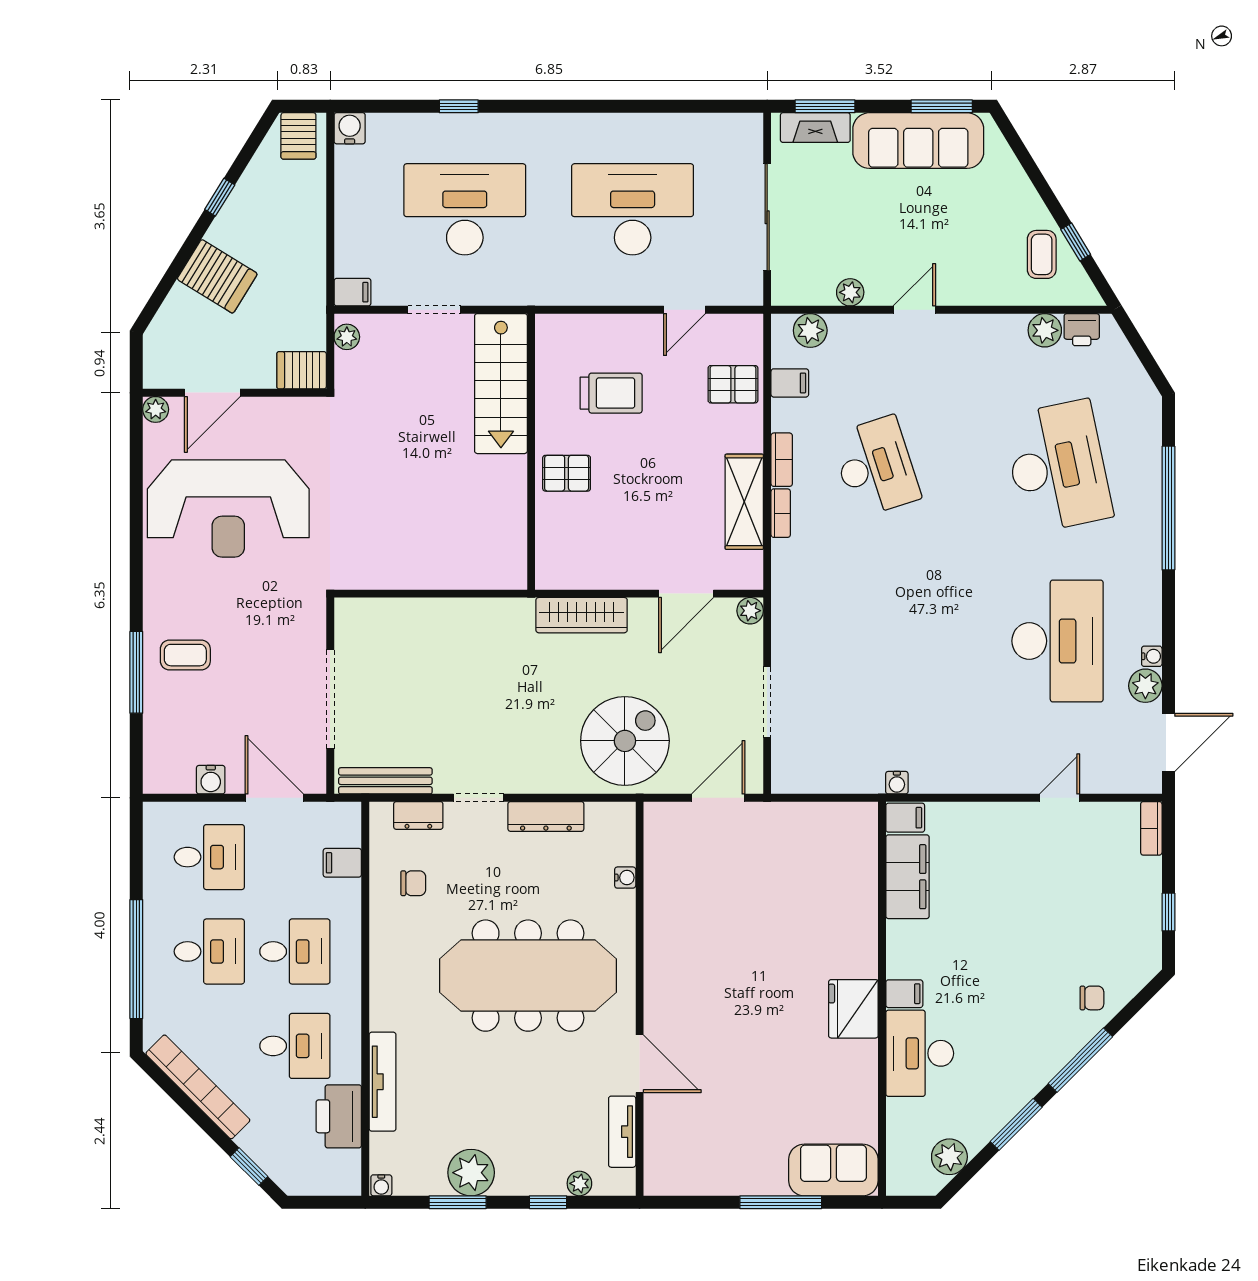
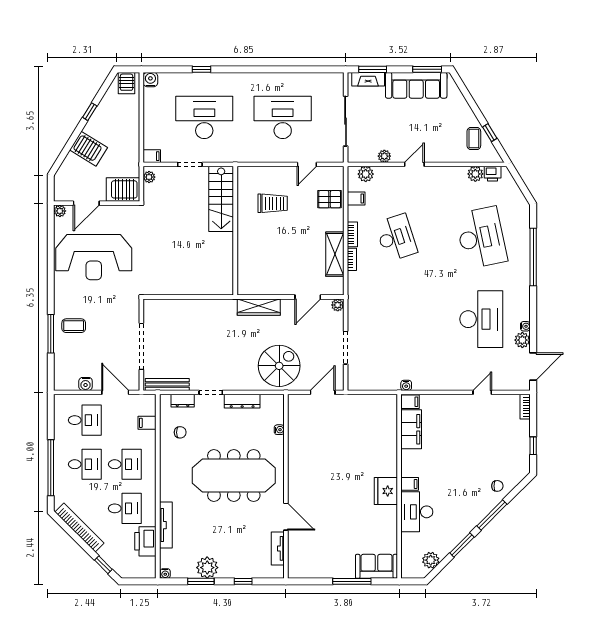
server rack: (302, 370) -> (123, 189), width x1.36, depth x1.44
pallet: (567, 473) -> (252, 241), removed
plant: (579, 1183) -> (258, 573), removed

